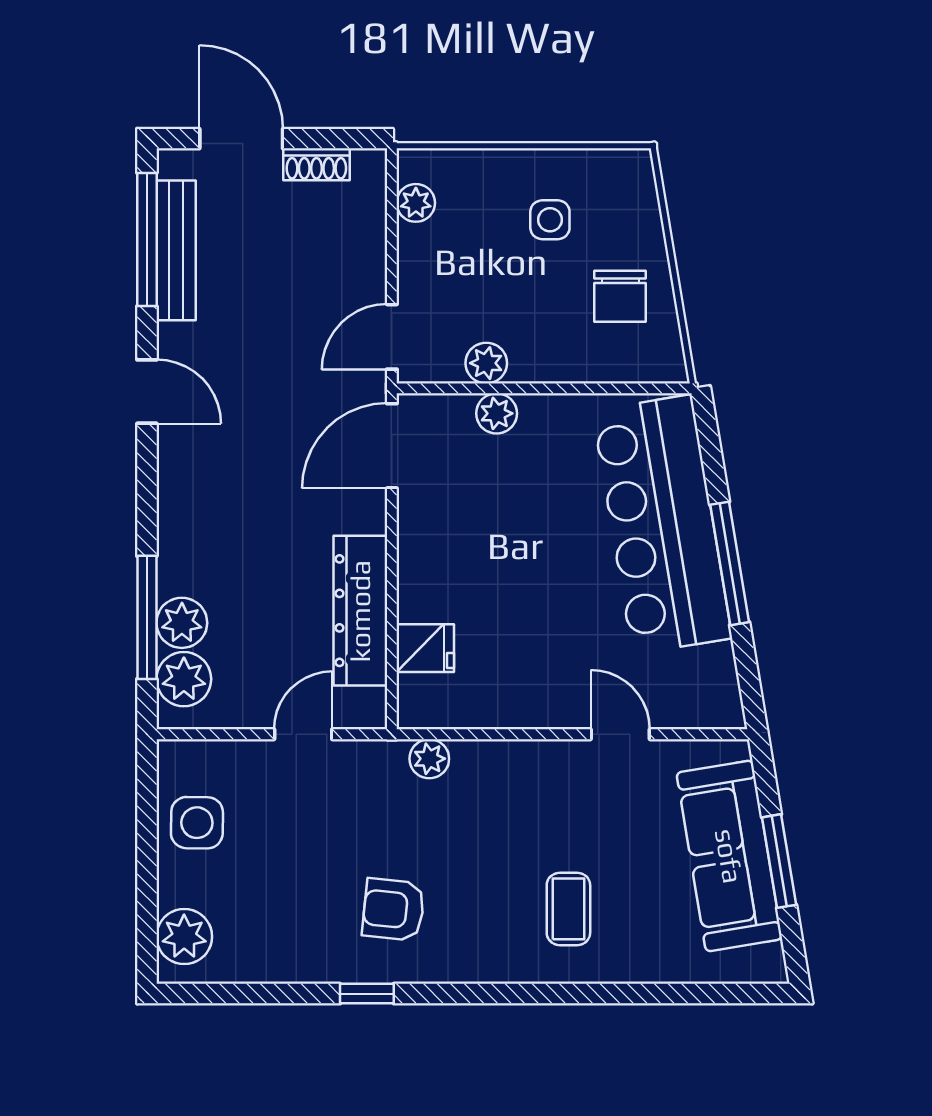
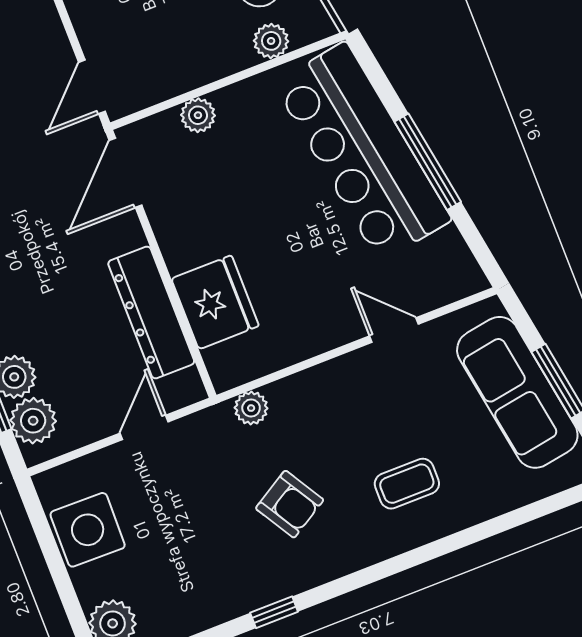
plant: (486, 363) -> (271, 41), moved
fridge: (425, 648) -> (215, 302), width x1.88, depth x1.34
side table: (197, 823) -> (88, 530), width x1.37, depth x1.37
coffee table: (568, 909) -> (407, 484), turned 90
armchair: (393, 910) -> (290, 504), moved, turned -127

